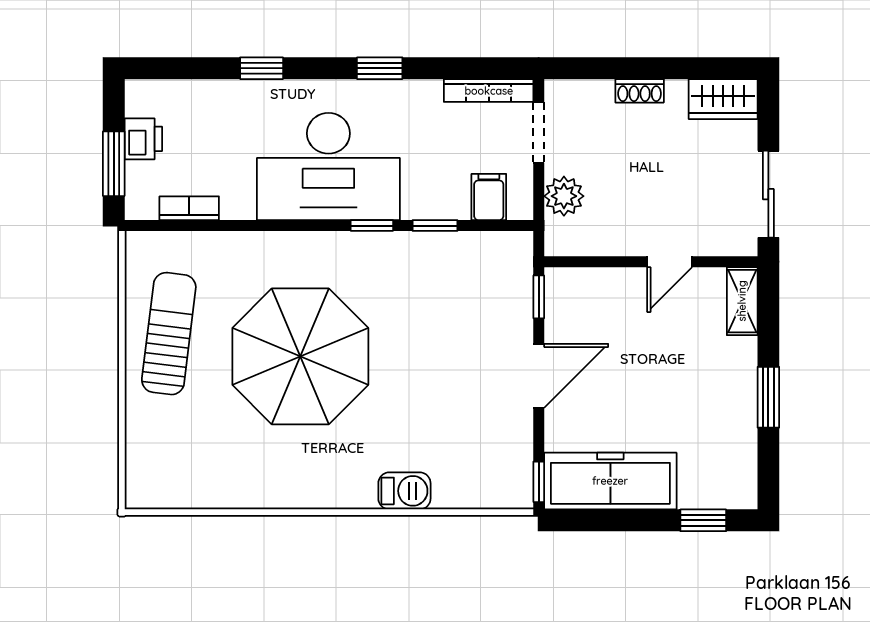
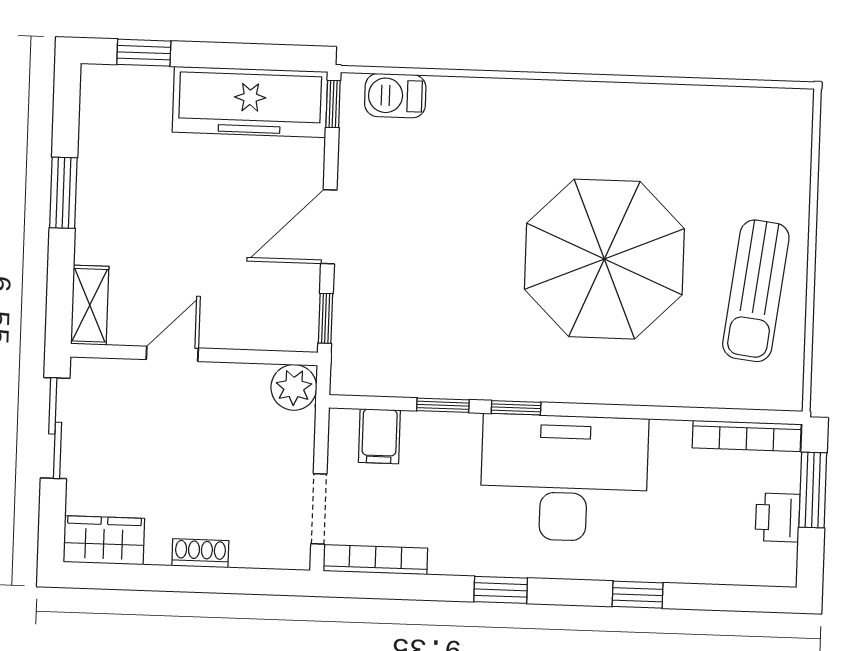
plant: (564, 196) -> (294, 387), moved
bookcase: (189, 208) -> (747, 436), width x1.56
barbecue: (404, 491) -> (395, 96), moved

